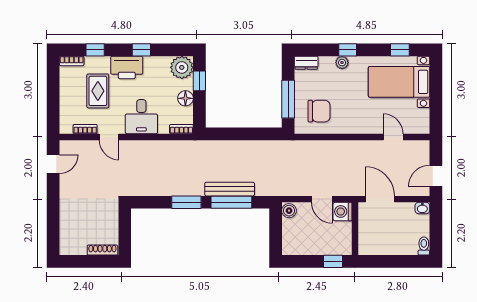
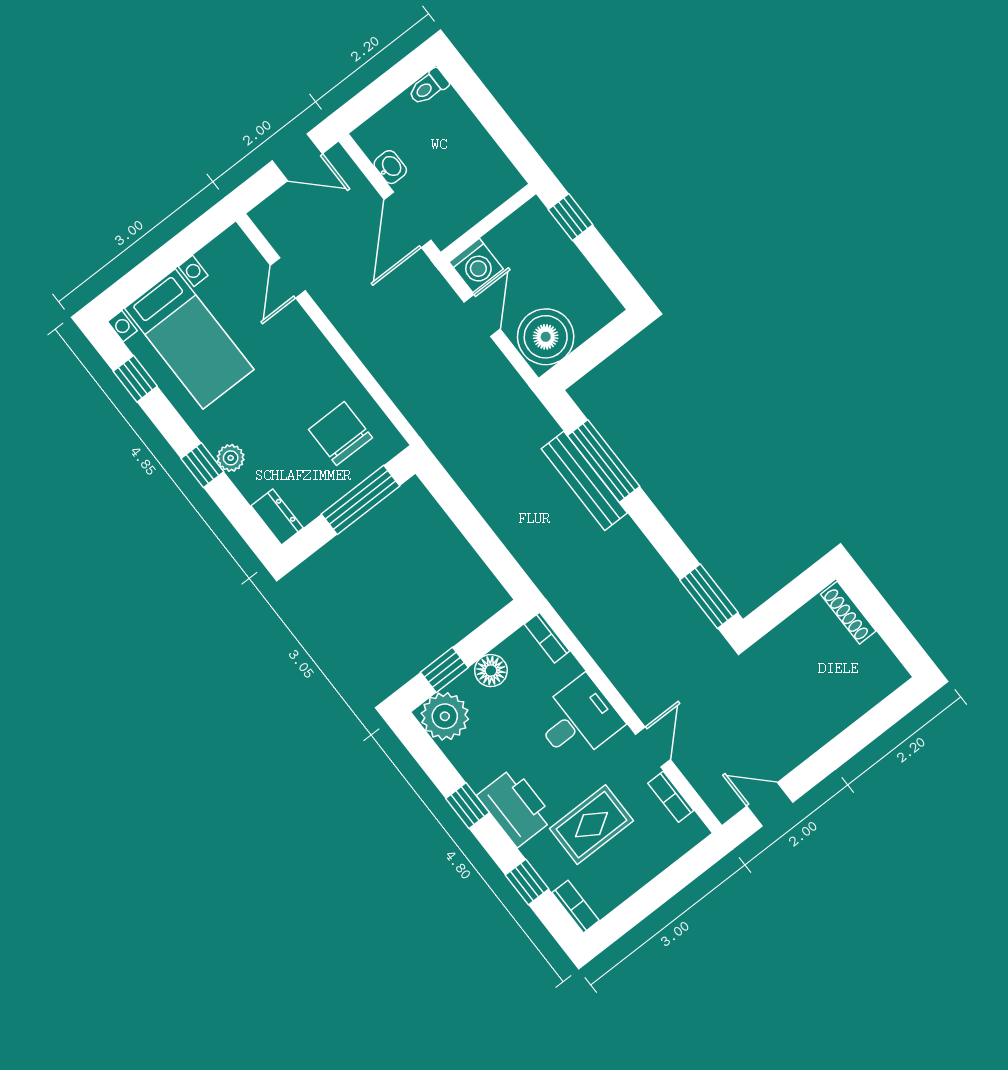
window: (186, 202) -> (709, 596), moved
washbasin: (422, 208) -> (390, 167), moved
boiler: (289, 211) -> (546, 337), width x1.86, depth x1.86

